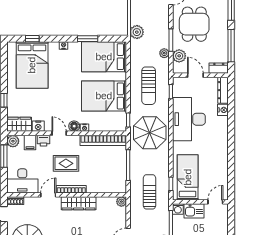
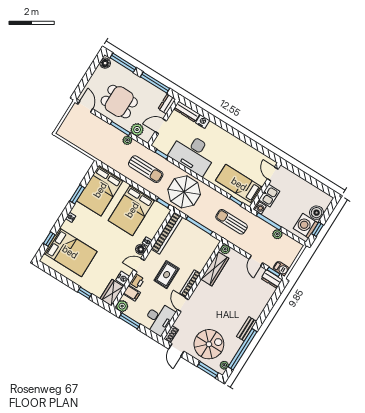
plant: (137, 32) -> (97, 152), removed
wardrobe: (79, 203) -> (215, 269), moved

